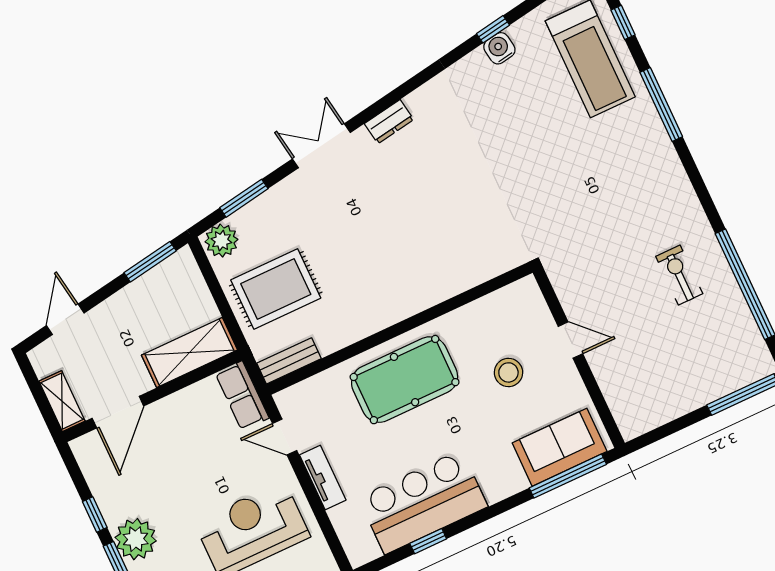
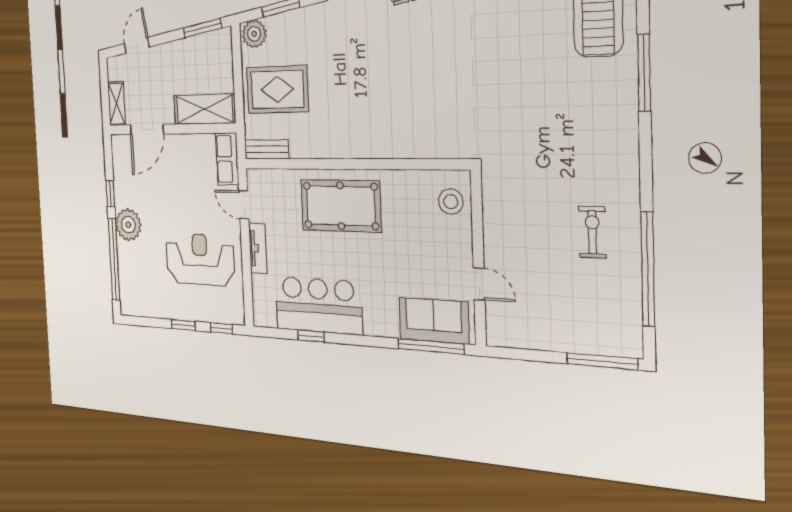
door: (571, 340) -> (479, 284), moved
stool: (508, 372) -> (451, 202), moved

